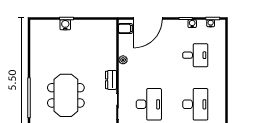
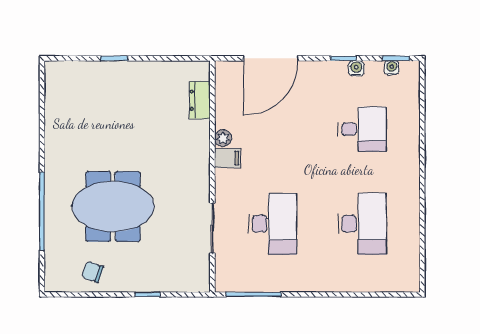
water cooler: (65, 25) -> (112, 71), removed
filing cabinet: (125, 29) -> (228, 158), moved
dresser: (111, 80) -> (200, 100), moved
meeting table: (66, 95) -> (113, 206), turned 90

